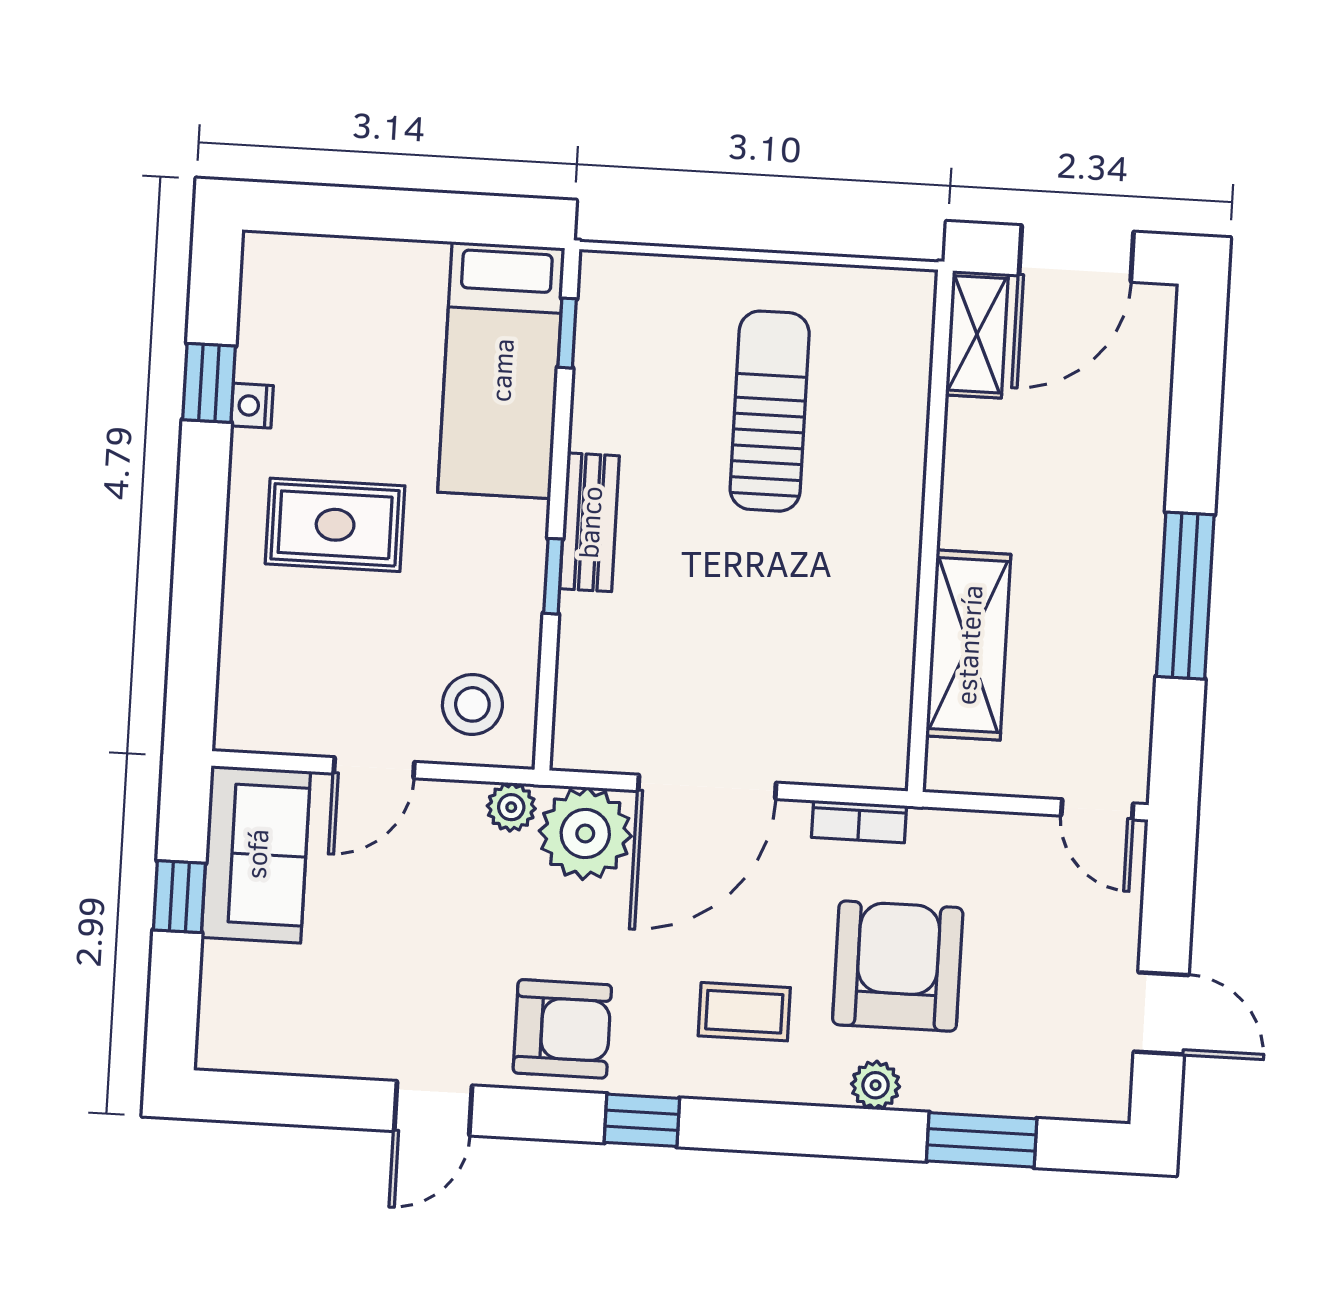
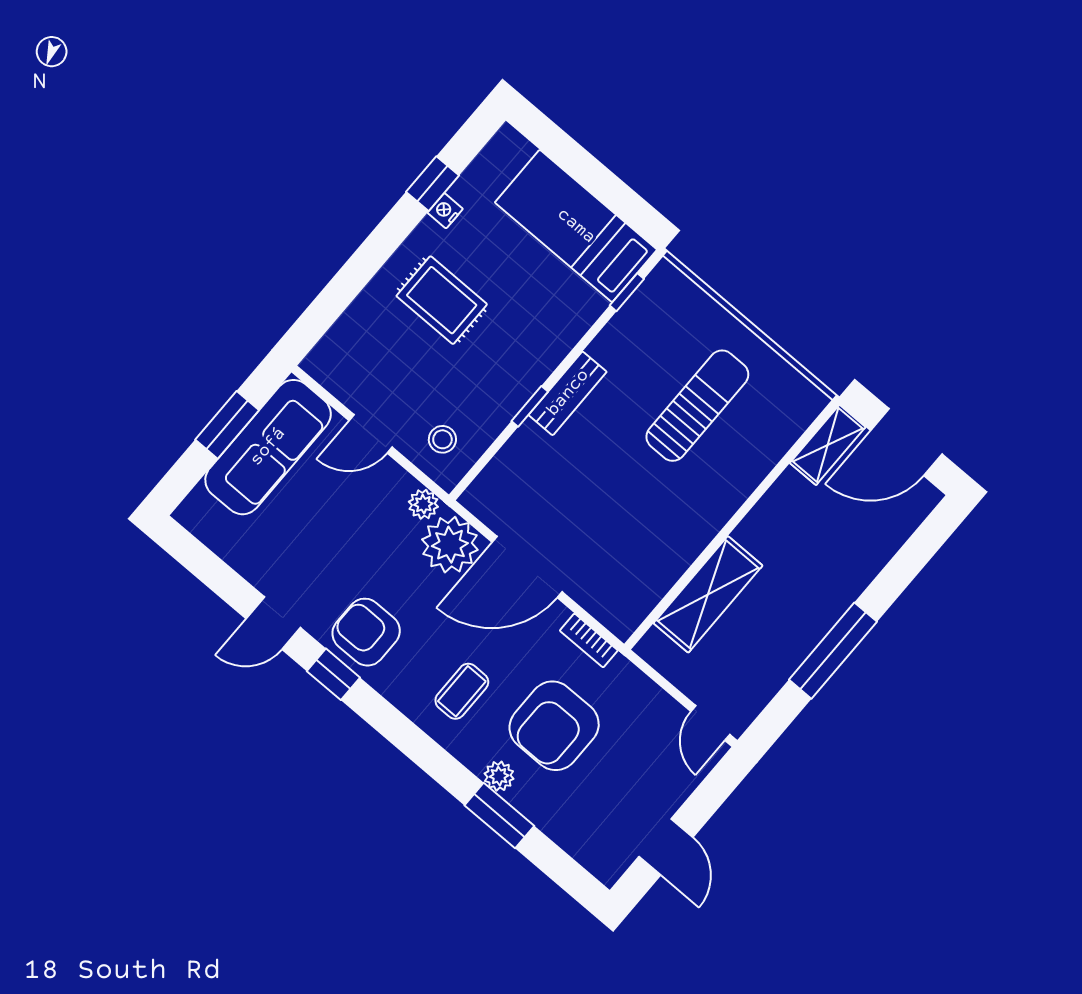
bed: (501, 370) -> (576, 226), moved, turned 90
stool: (472, 704) -> (442, 439), width x0.73, depth x0.73
sofa: (256, 854) -> (268, 447), width x1.36
window: (179, 897) -> (227, 425), width x1.50
armchair: (898, 966) -> (554, 726), turned 180
coffee table: (744, 1012) -> (462, 691), turned 90
armchair: (562, 1029) -> (366, 632), turned 180
window: (642, 1120) -> (333, 674), moved
window: (982, 1140) -> (499, 816), moved

